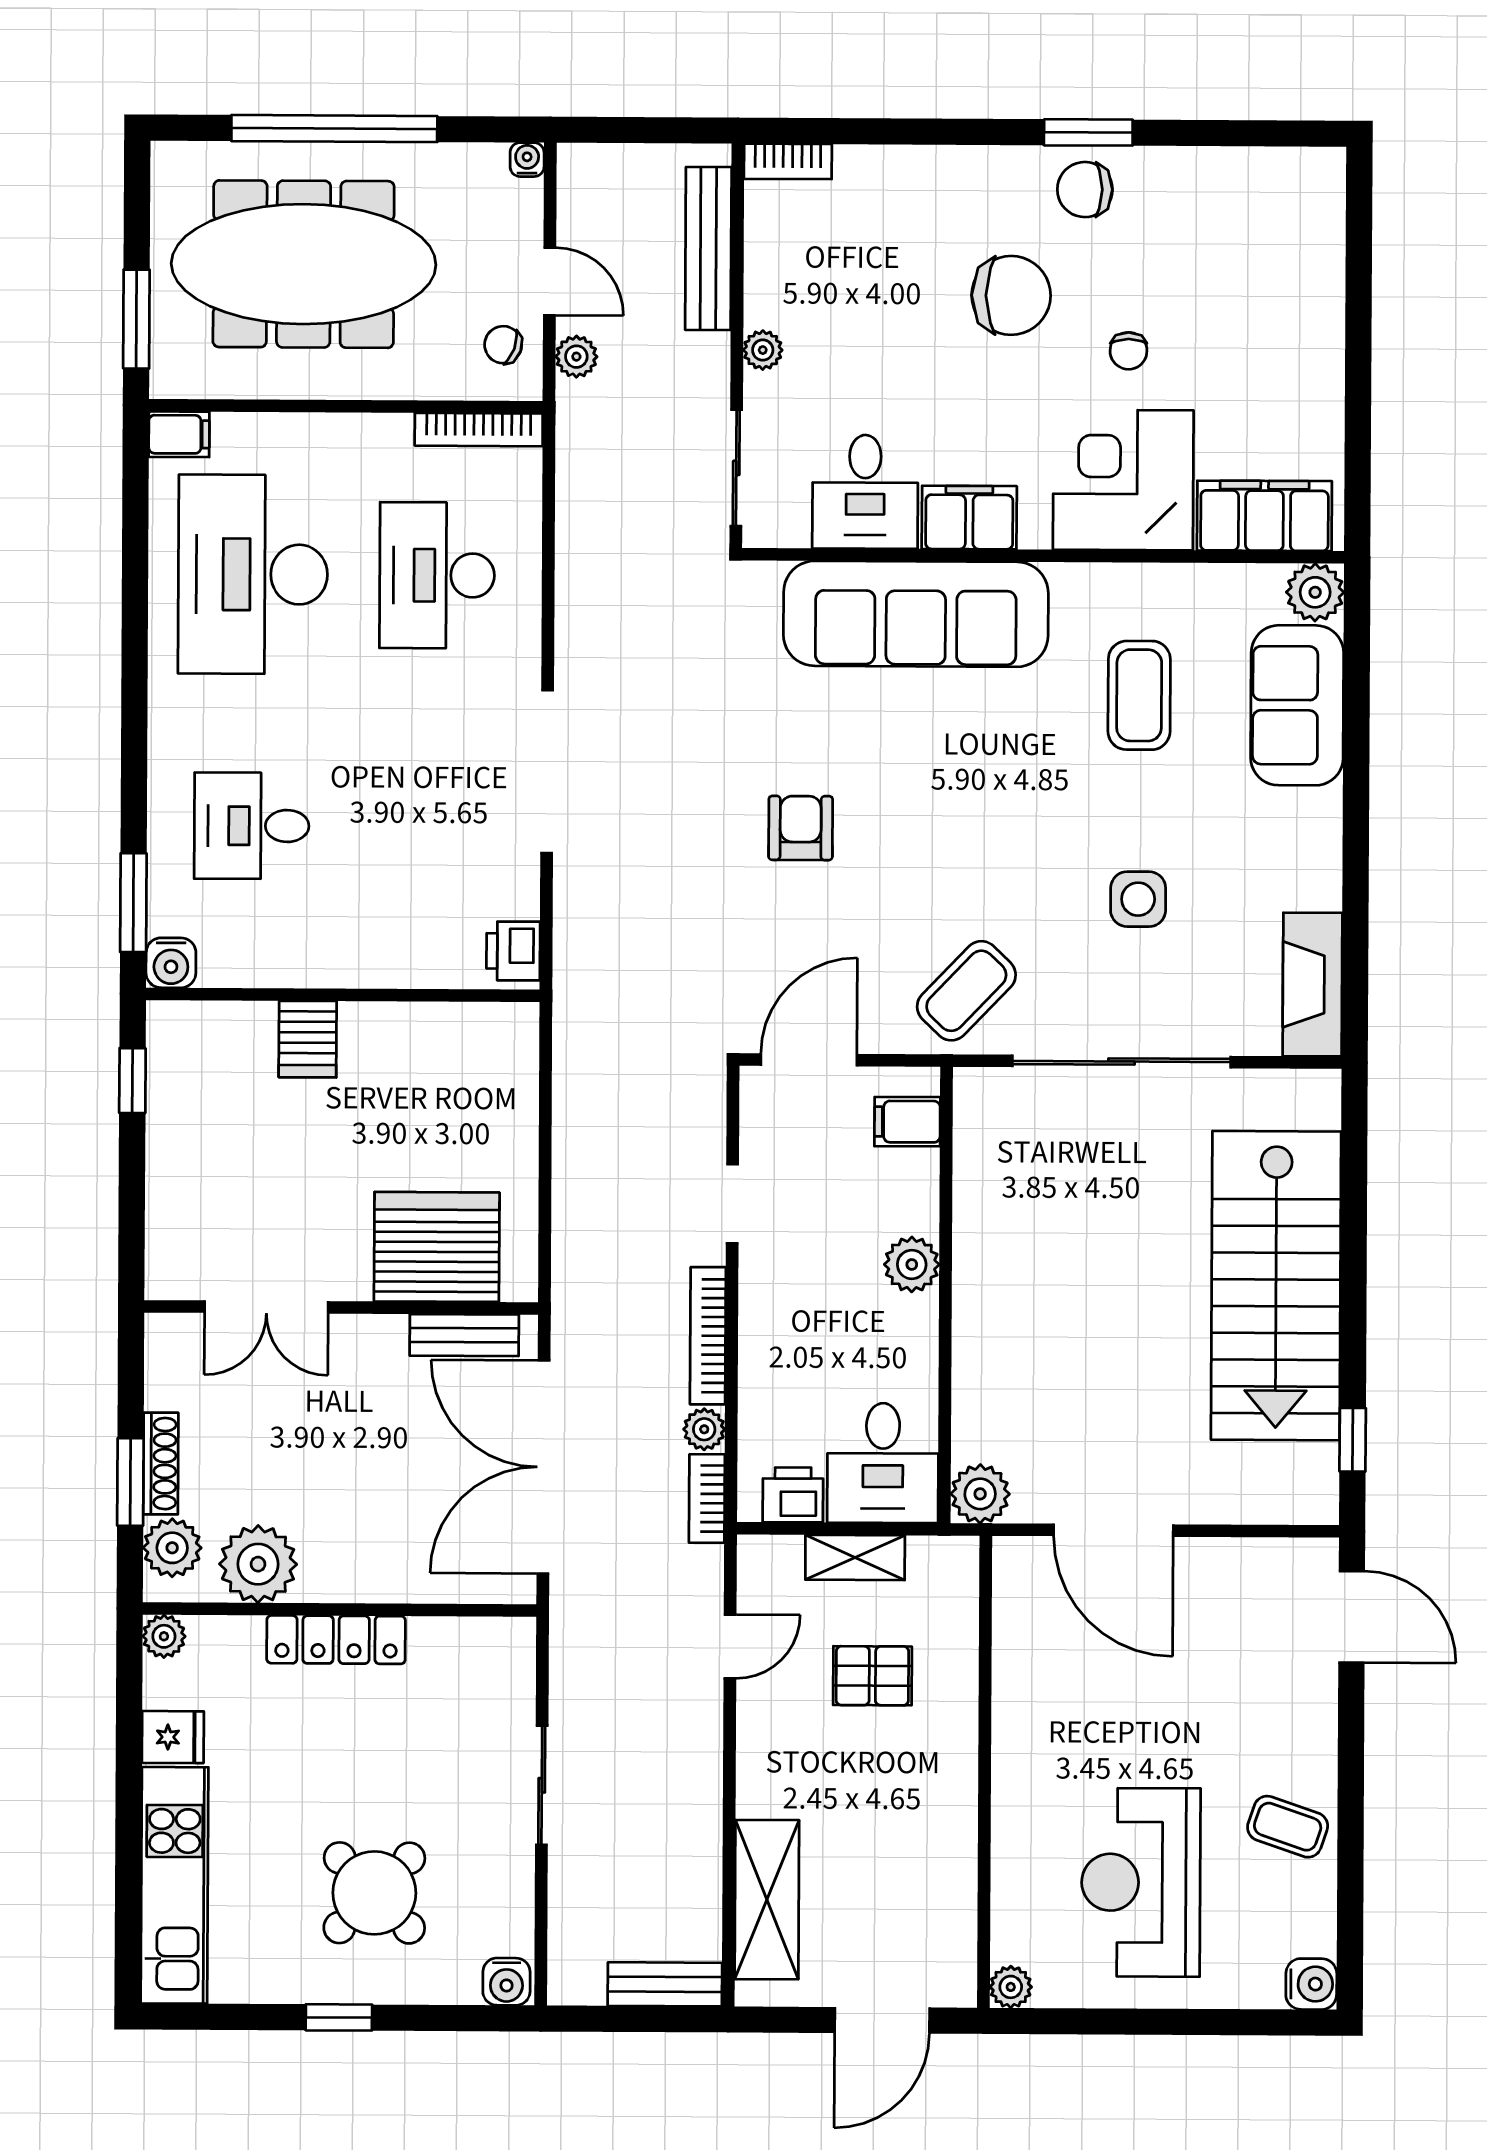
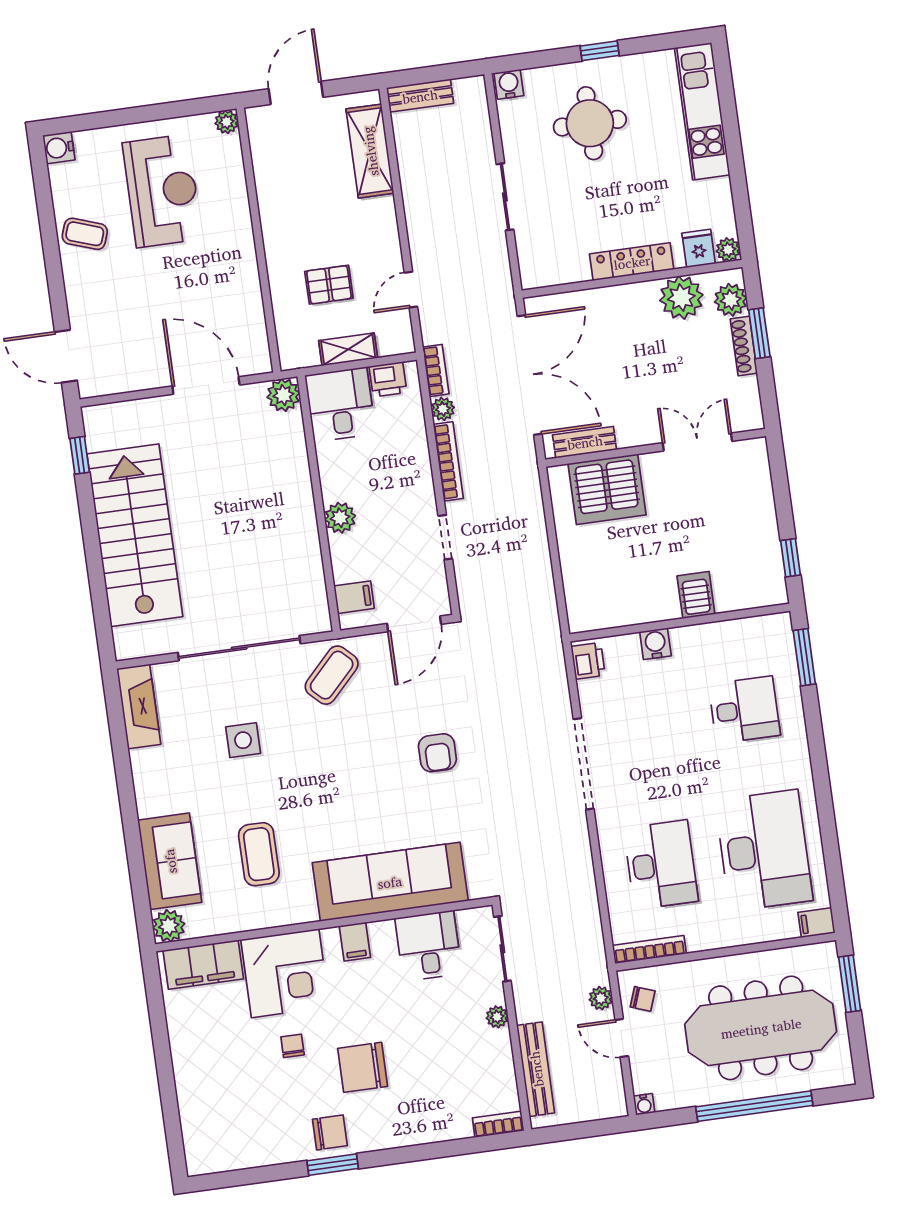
filing cabinet: (969, 518) -> (355, 942), width x0.50
water cooler: (171, 963) -> (655, 644), moved
fridge: (173, 1737) -> (699, 248), moved, turned 90
round table: (374, 1893) -> (590, 123), turned 45

